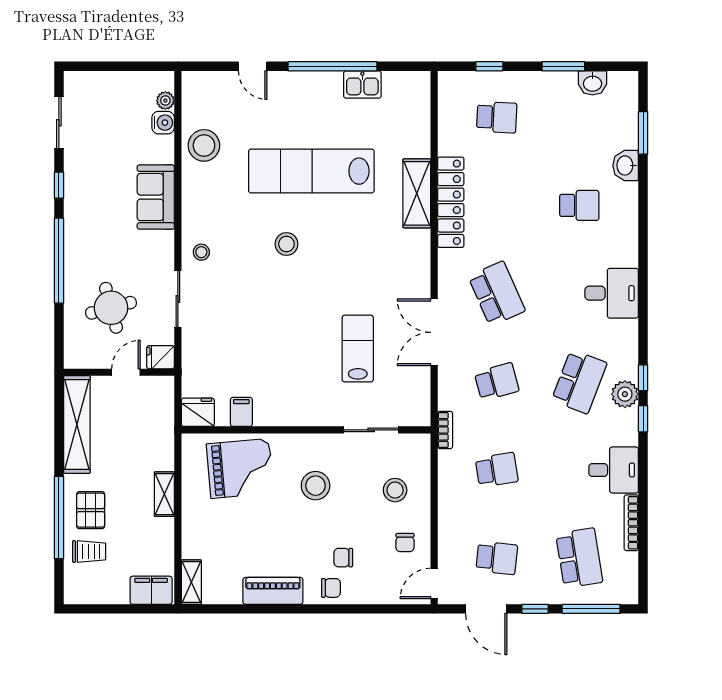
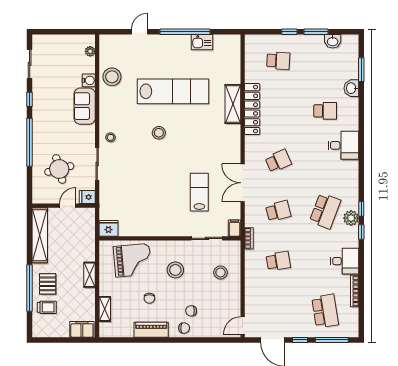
door: (253, 66) -> (140, 32), swing flipped
window: (489, 66) -> (289, 32), moved
water cooler: (163, 123) -> (89, 80), moved
lab bench: (311, 171) -> (173, 91), turned 180
desk: (612, 293) -> (343, 145), moved
school desk: (497, 294) -> (278, 161), width x0.54
filing cabinet: (241, 412) -> (234, 228), moved
chair: (405, 543) -> (149, 298), moved
school desk: (497, 558) -> (278, 311), removed
shelving: (191, 582) -> (105, 309), moved

